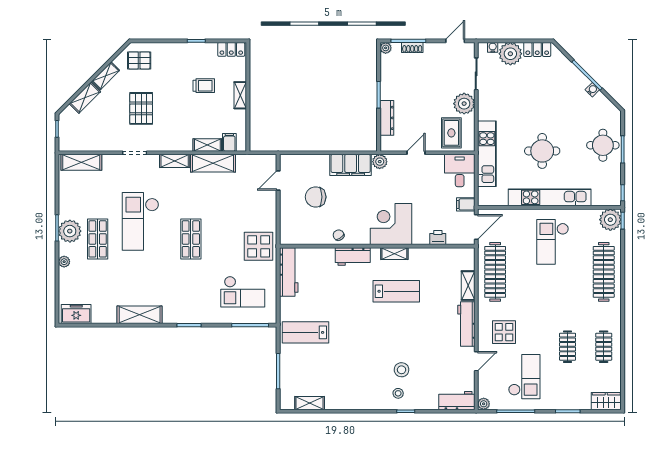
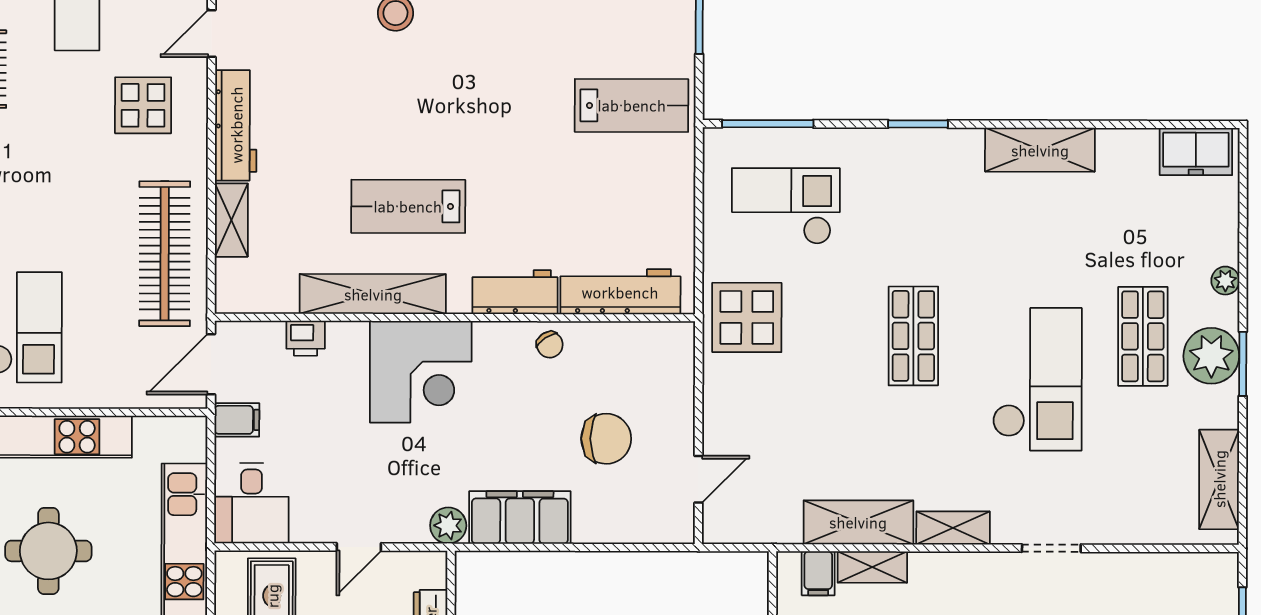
shelving: (81, 162) -> (1219, 479), moved, turned 90
shelving: (394, 254) -> (373, 294), width x2.20, depth x1.33
workbench: (289, 272) -> (620, 292), moved, turned 90

